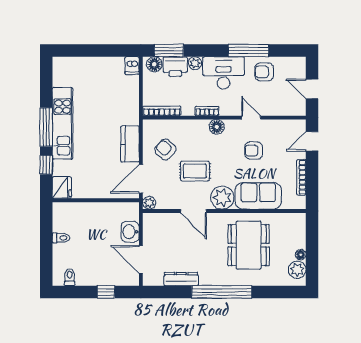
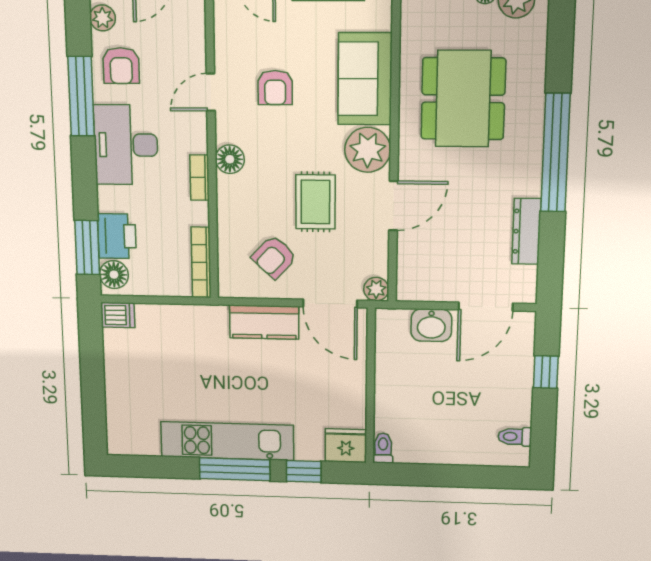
plant: (195, 63) -> (103, 18), moved
toilet: (61, 238) -> (383, 448), moved
dining table: (249, 245) -> (463, 99), turned 90

